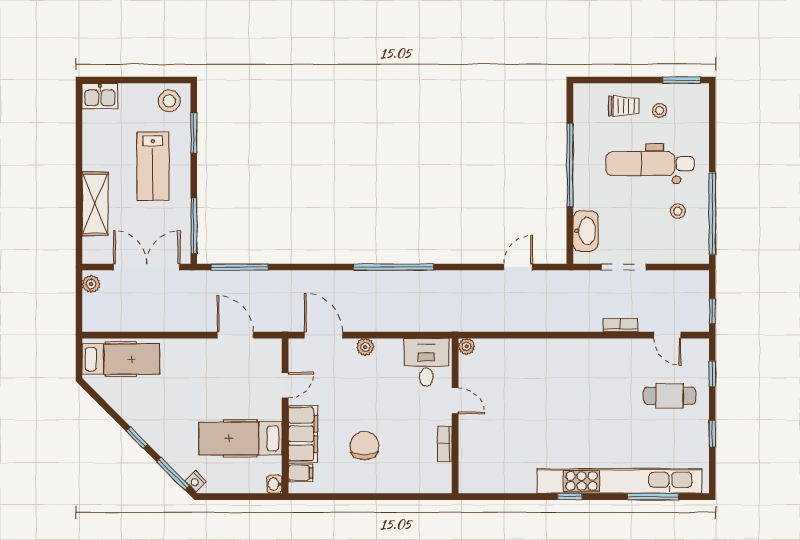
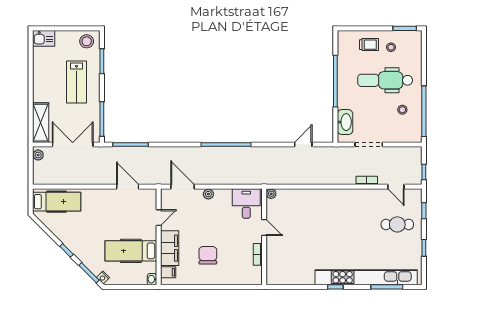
shelving: (95, 204) -> (41, 123), moved

